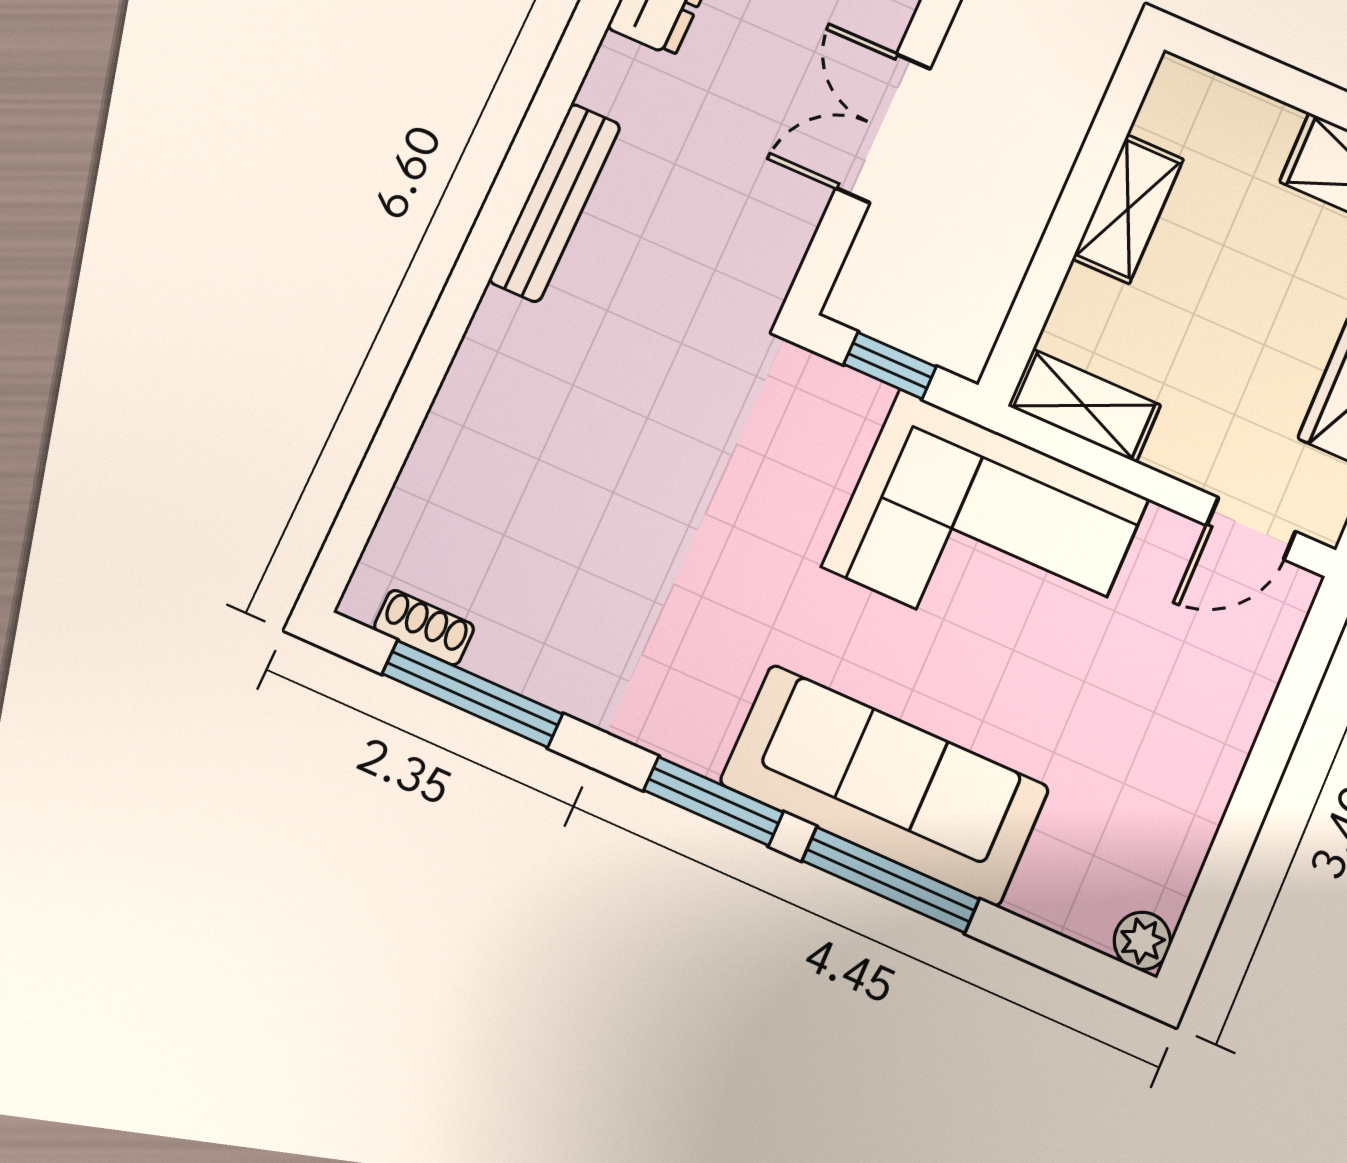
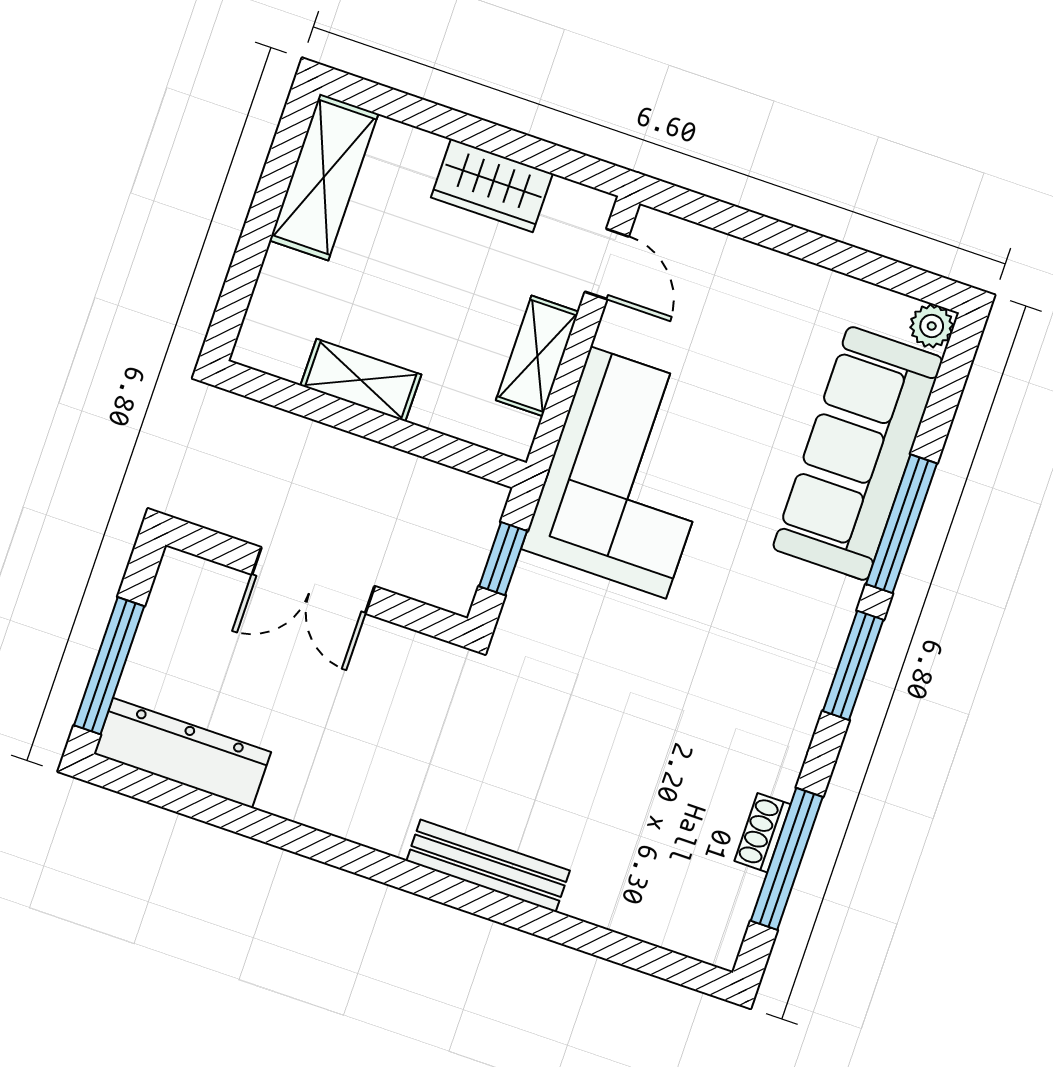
bench: (555, 203) -> (488, 866), moved
shelving: (1084, 406) -> (537, 356), moved
shoe rack: (424, 628) -> (763, 833), moved
sofa: (885, 785) -> (858, 453), moved

